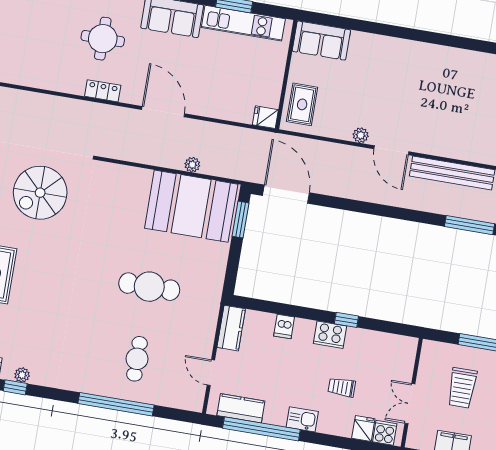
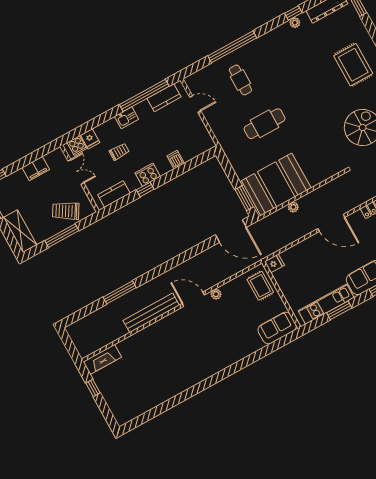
kitchen counter: (231, 328) -> (114, 194), moved, turned 90
trolley: (462, 388) -> (66, 211), moved, turned -59

